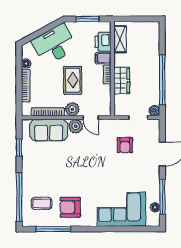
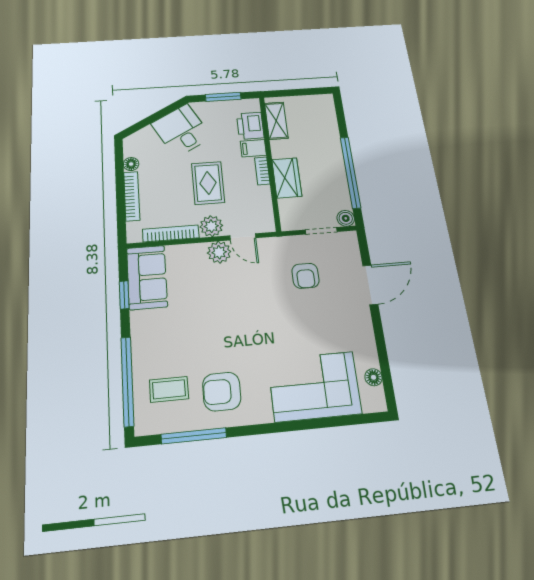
desk: (54, 45) -> (182, 130), width x0.73
sofa: (49, 130) -> (147, 277), moved, turned -90
window: (162, 197) -> (383, 357), removed

